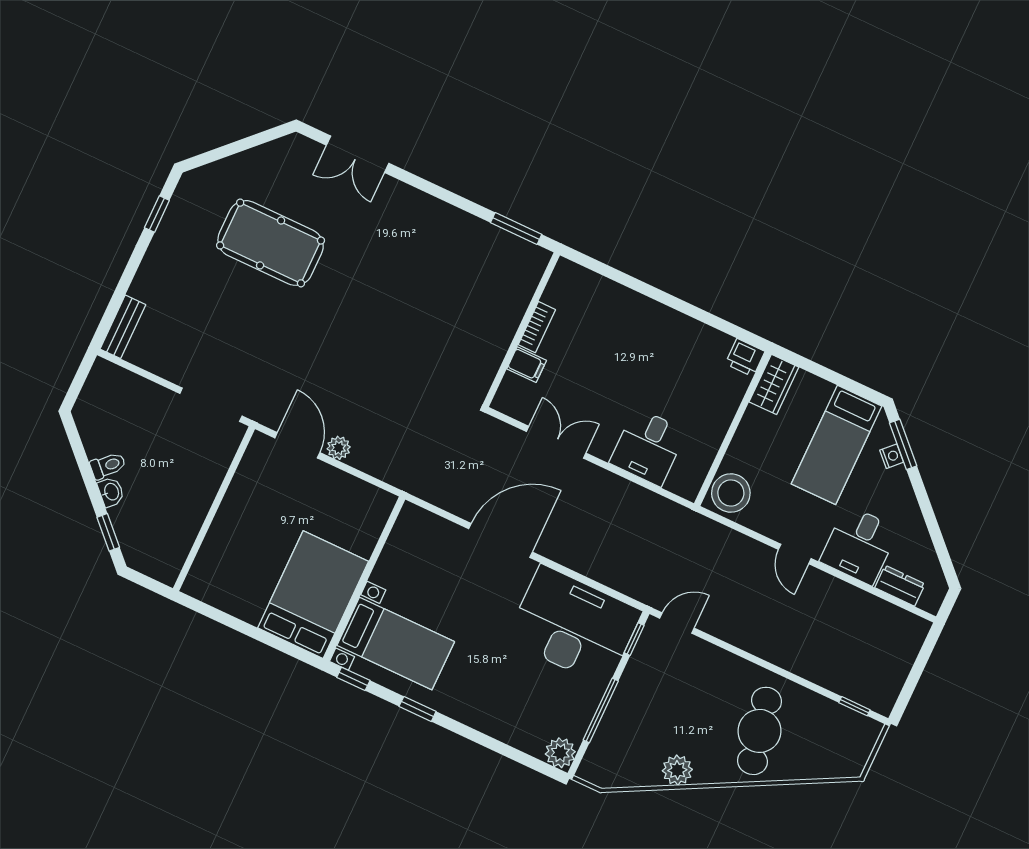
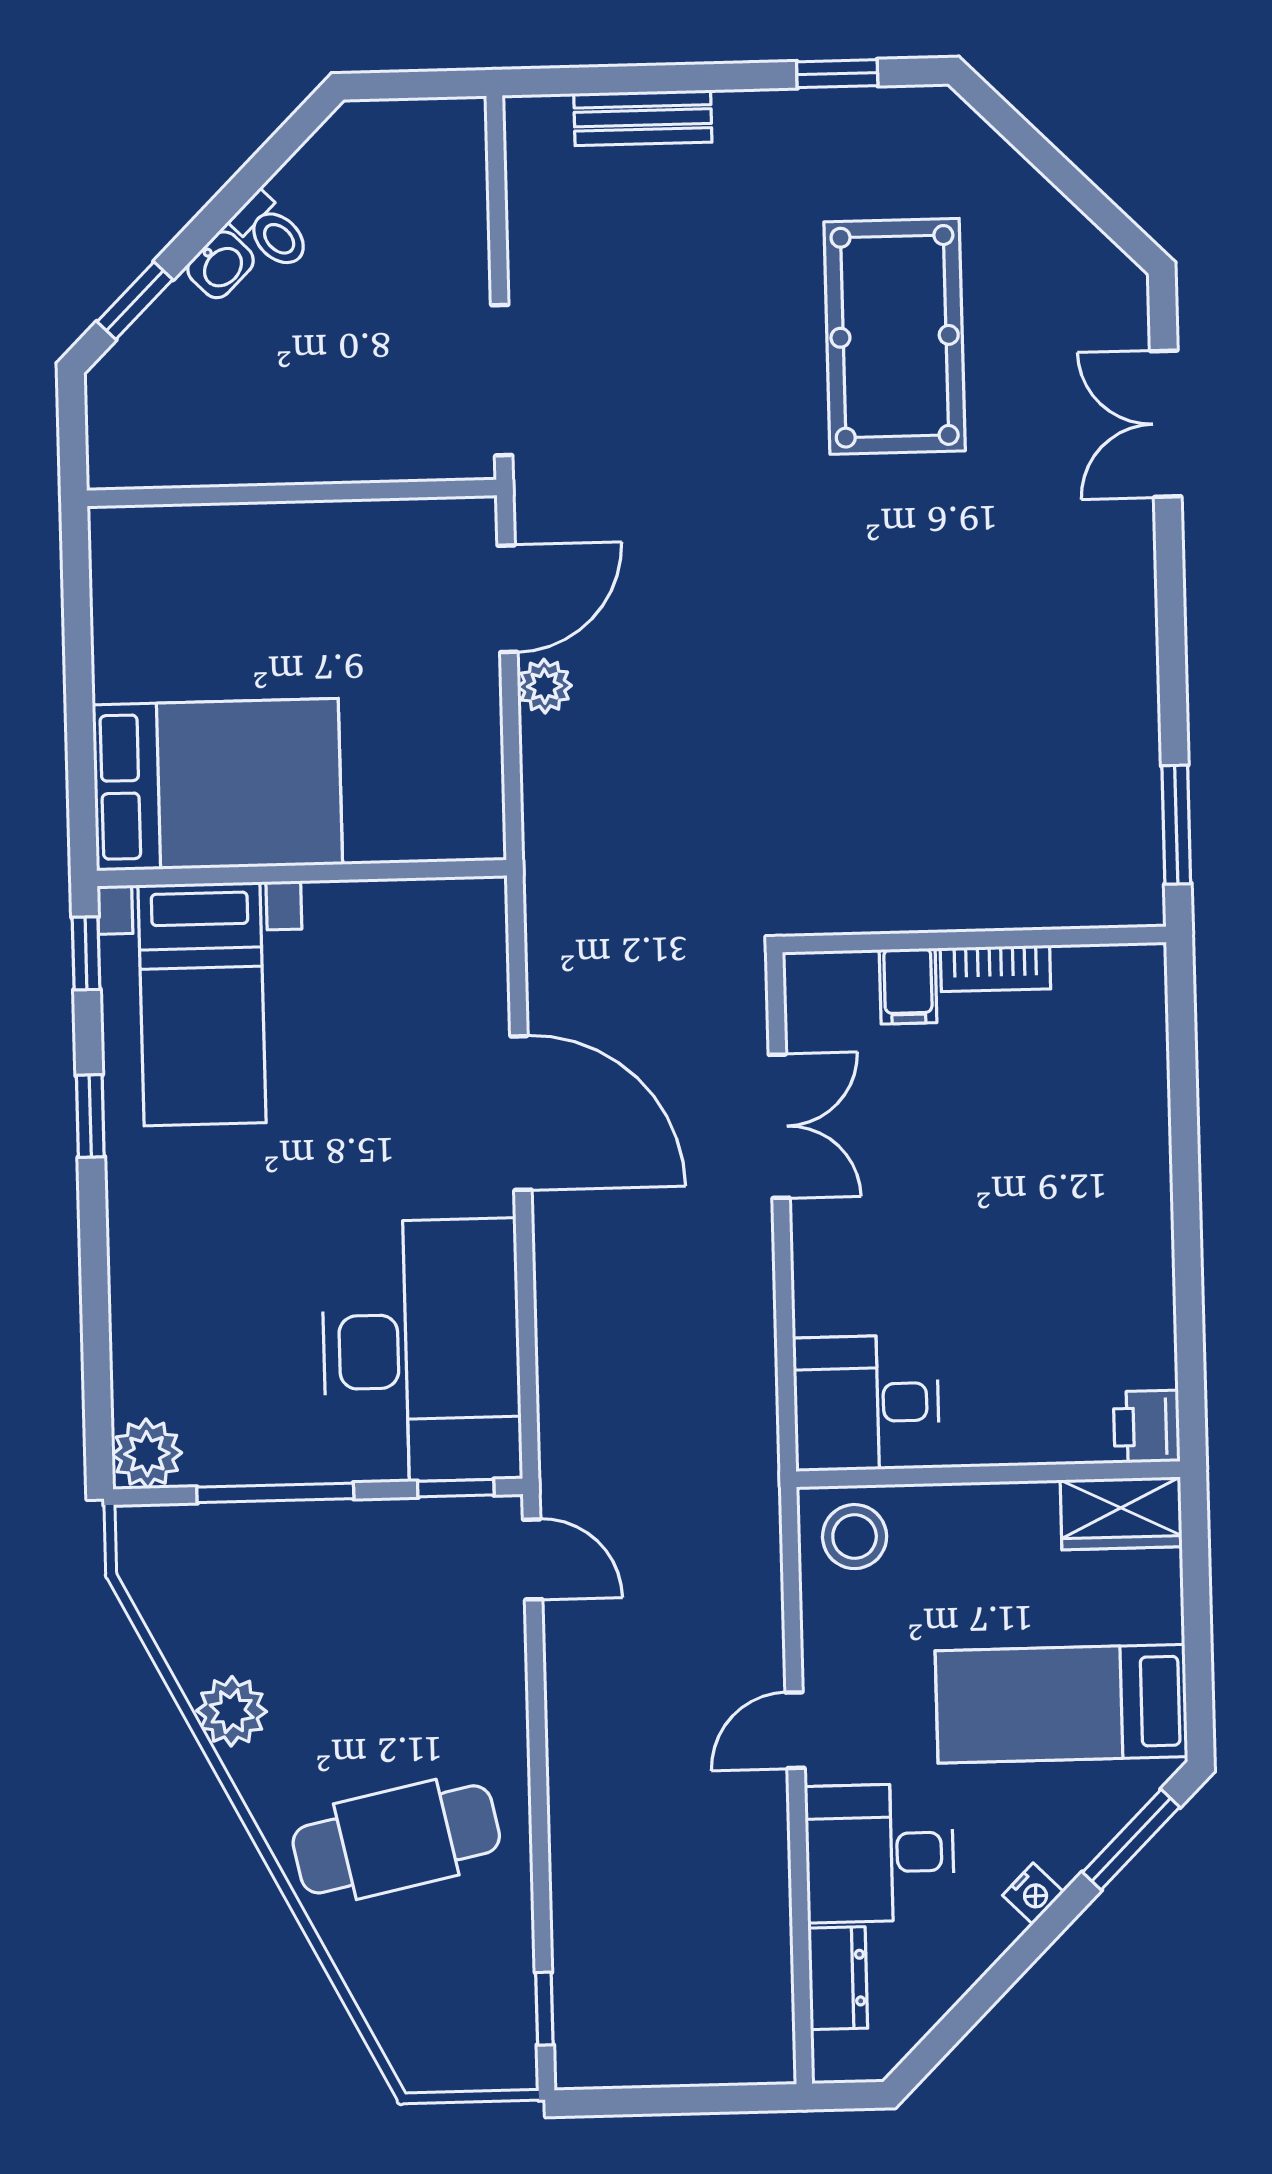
bench: (123, 327) -> (643, 118), moved
desk: (648, 447) -> (866, 1403), moved
nightstand: (892, 456) -> (1033, 1894), moved
stool: (731, 493) -> (855, 1537), width x0.73, depth x0.73

